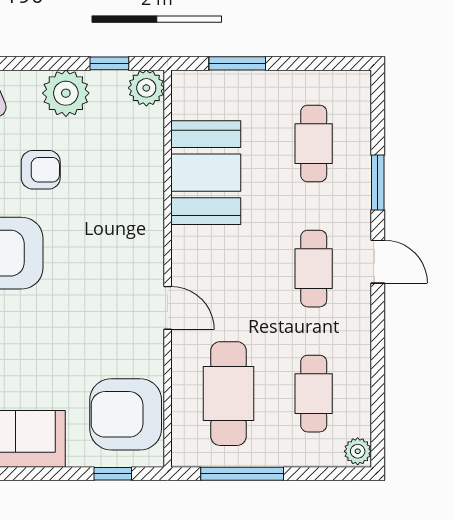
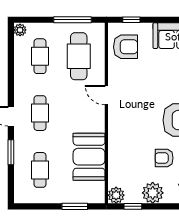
armchair: (126, 414) -> (126, 47), width x0.73, depth x0.73

